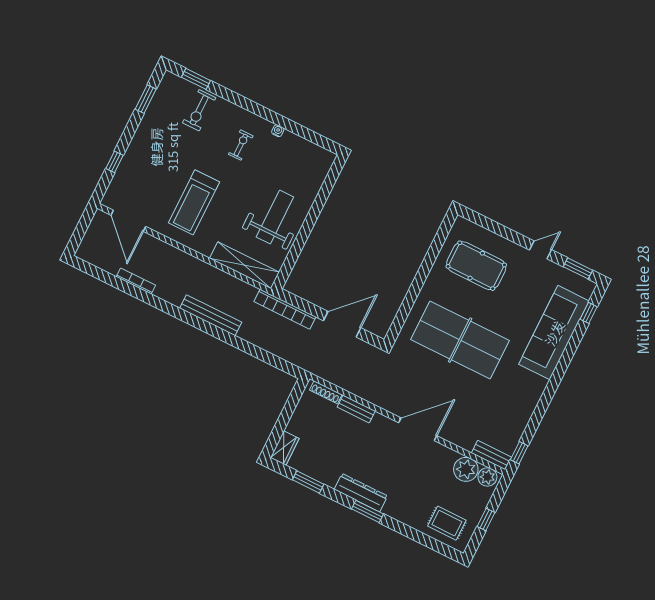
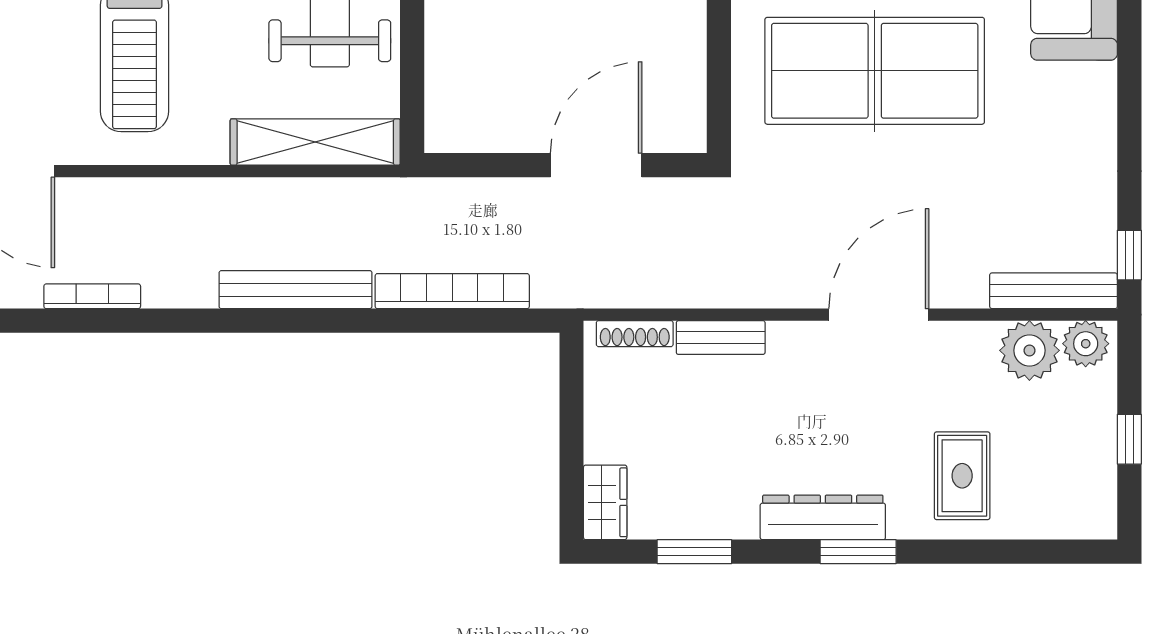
bookcase: (285, 309) -> (452, 291), moved, turned 180
bench: (491, 455) -> (1054, 291), width x1.36
rug: (447, 523) -> (962, 476), moved, turned 90

